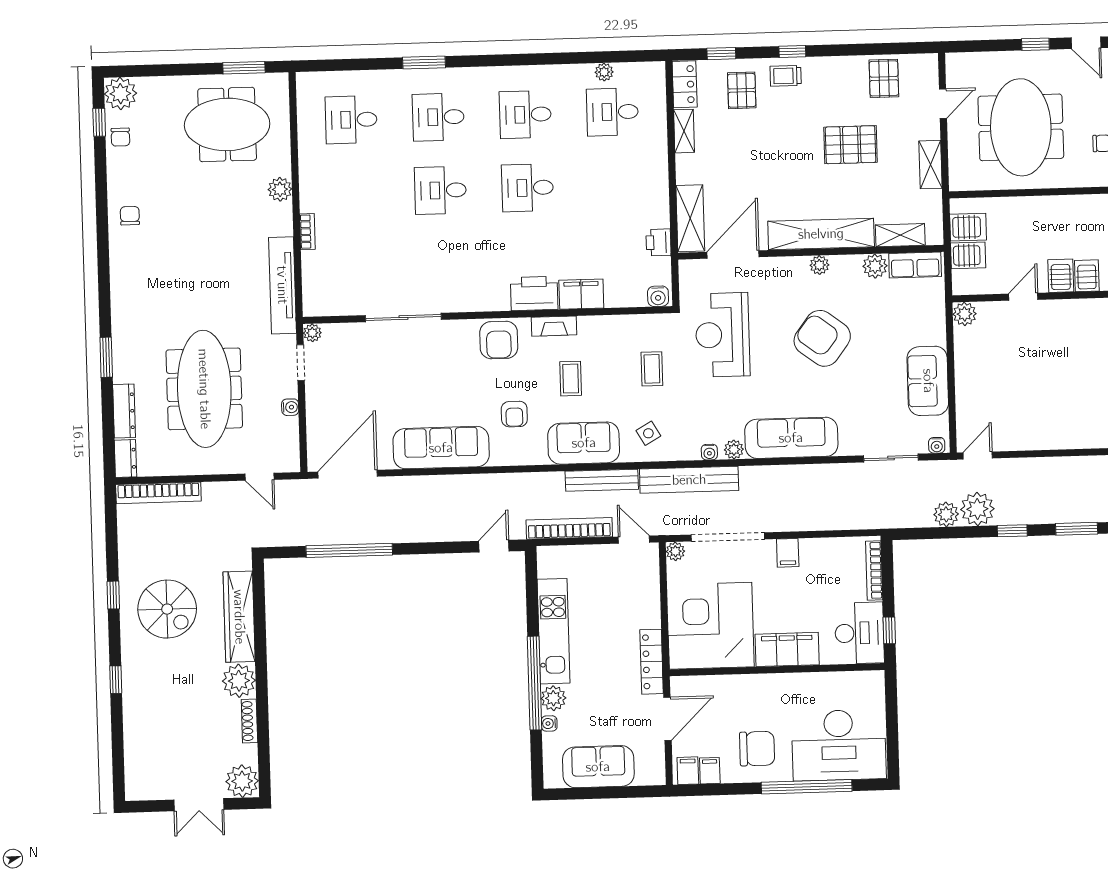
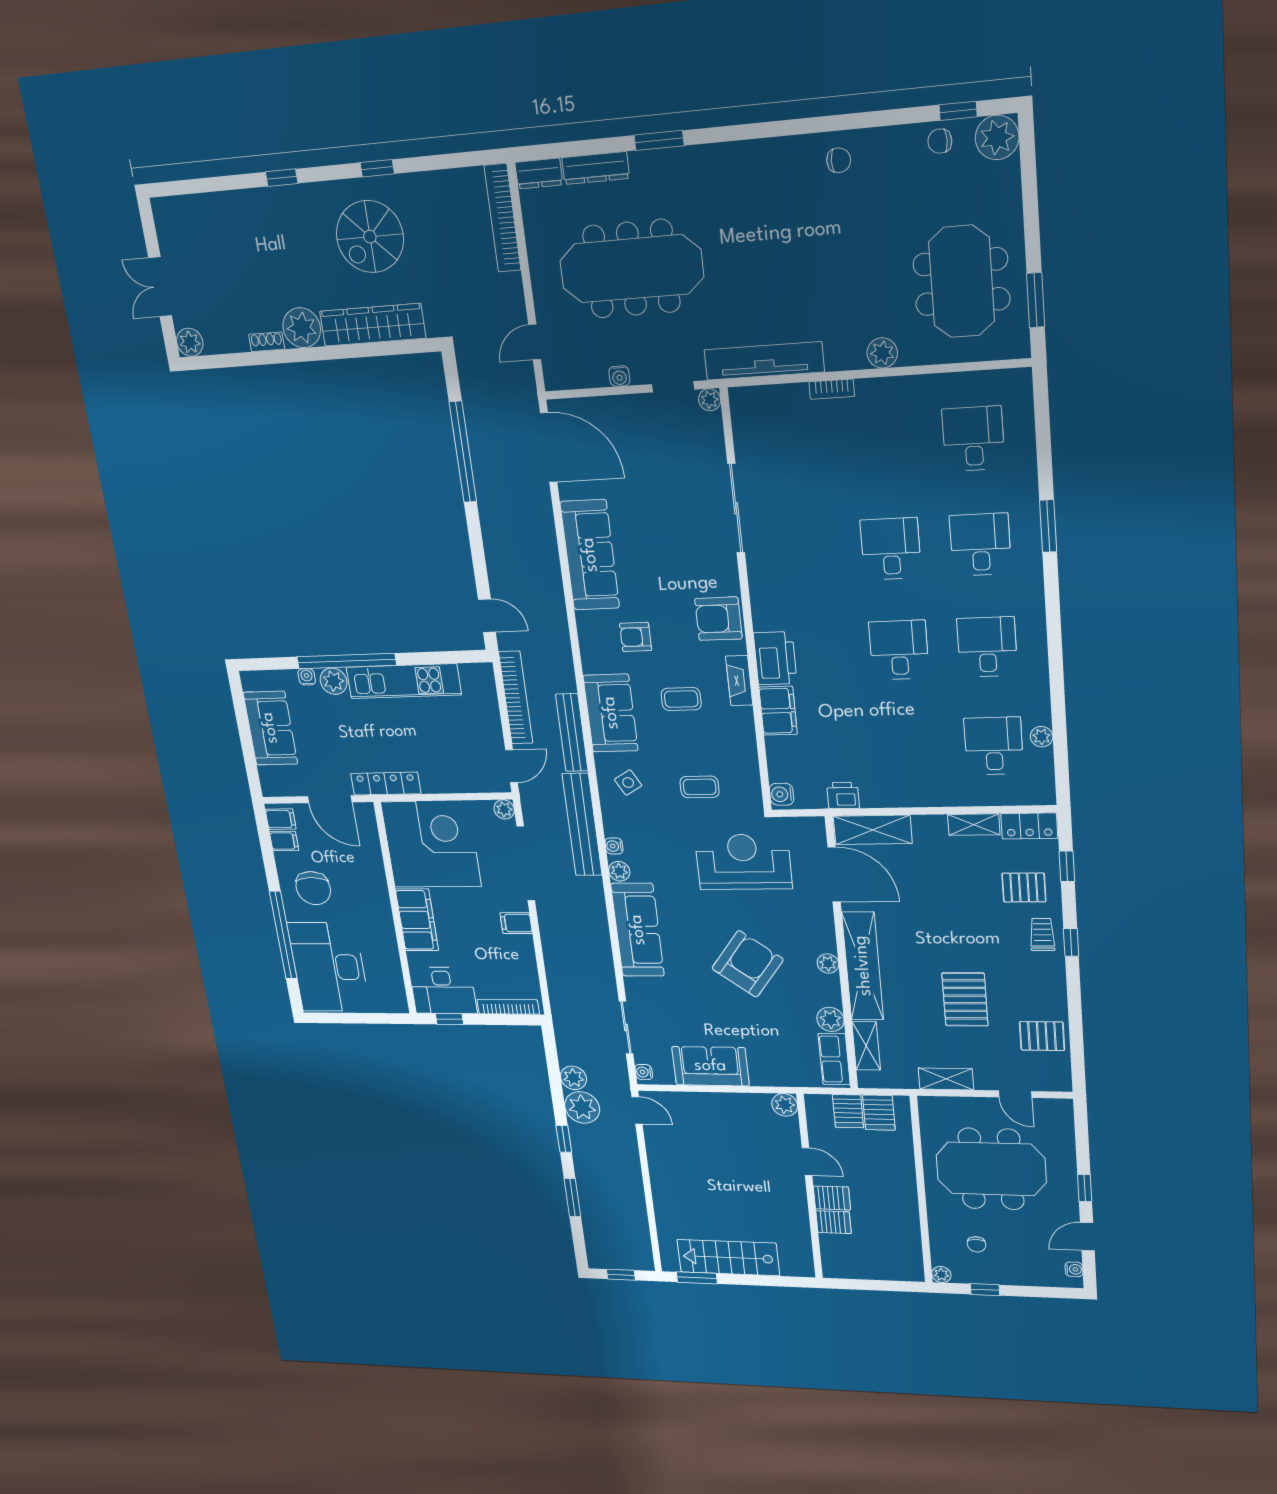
shoe rack: (249, 721) -> (267, 342), width x0.70
plant: (242, 781) -> (190, 342), width x0.73, depth x0.73

